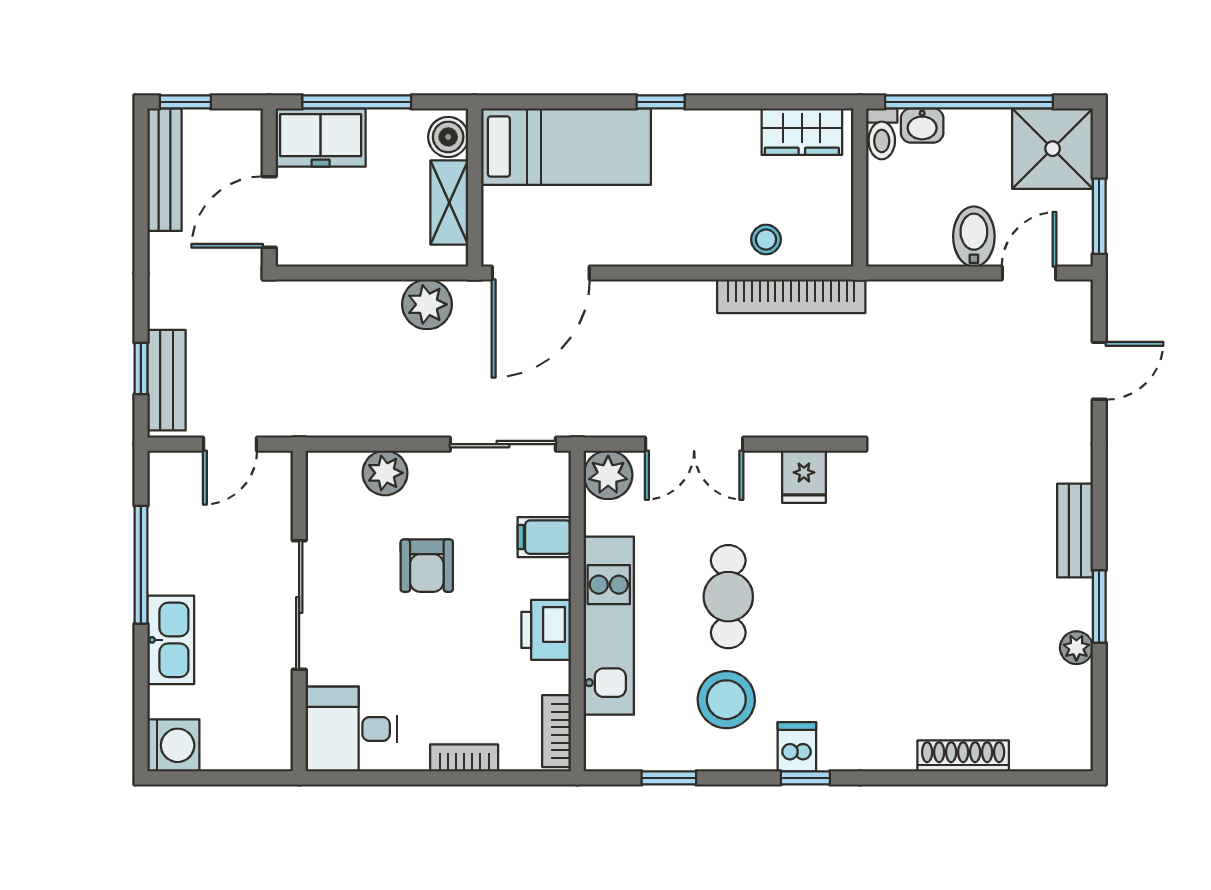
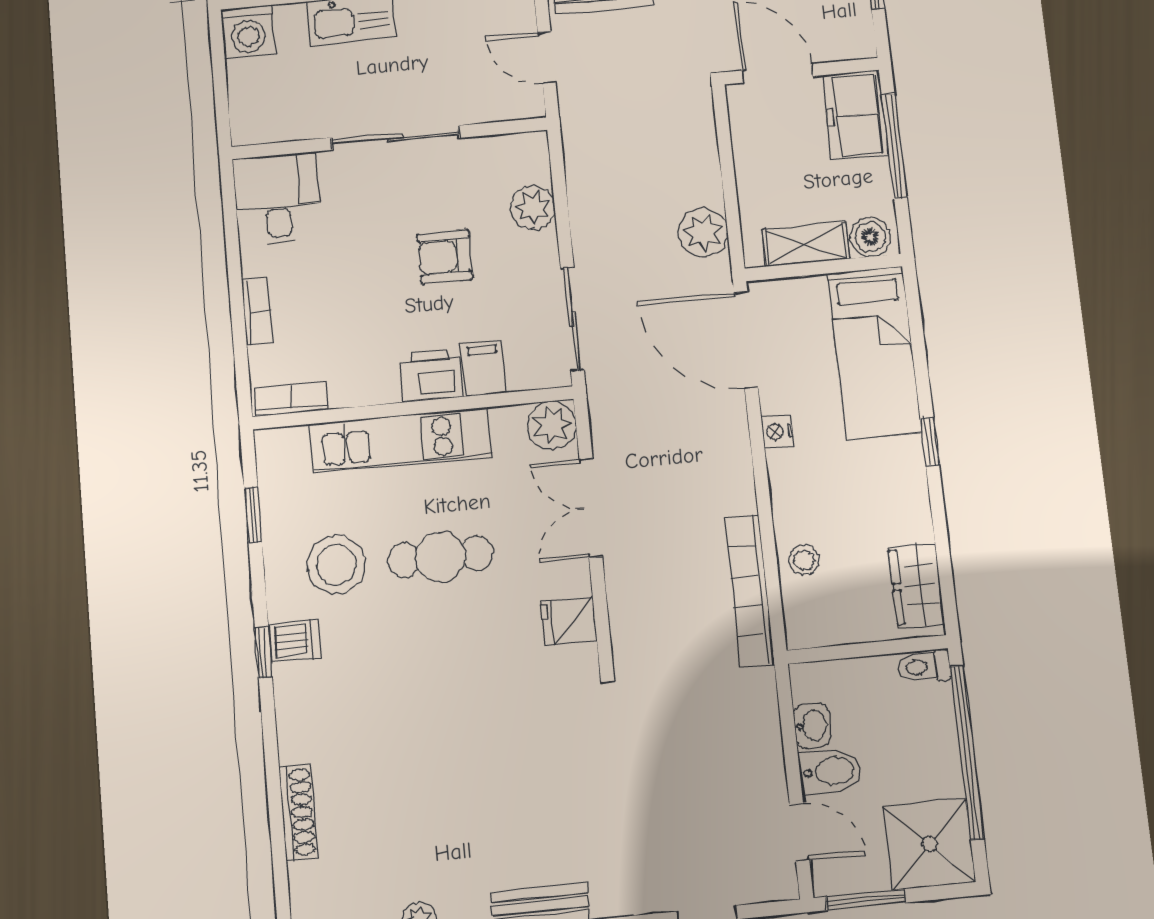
washbasin: (922, 126) -> (812, 726), moved, turned 180
nightstand: (636, 252) -> (777, 431), added
printer: (546, 630) -> (431, 375), moved

